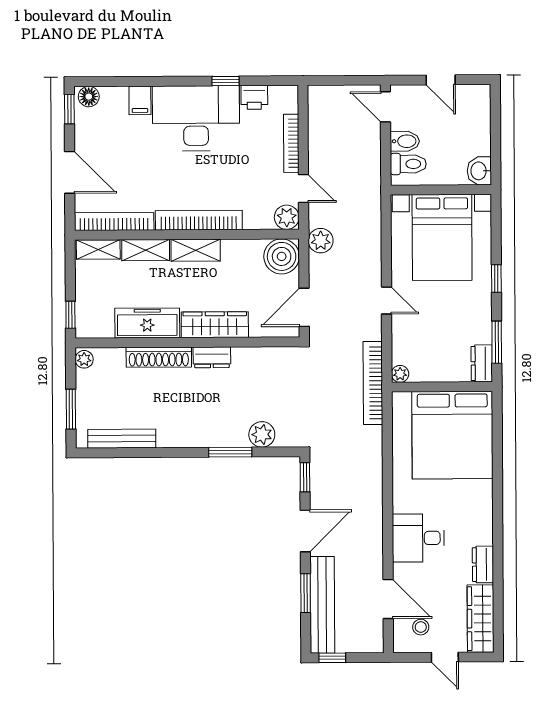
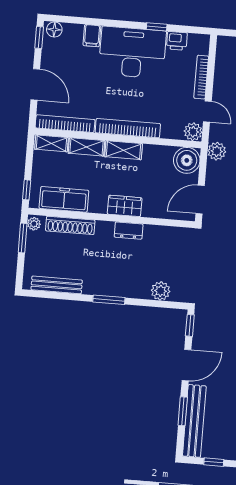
freezer: (147, 323) -> (64, 199), moved
wardrobe: (215, 325) -> (125, 206), width x0.67
shoe rack: (159, 357) -> (70, 225), moved
window: (71, 409) -> (23, 238), moved
window: (230, 452) -> (109, 300), moved
window: (332, 658) -> (214, 462), moved

